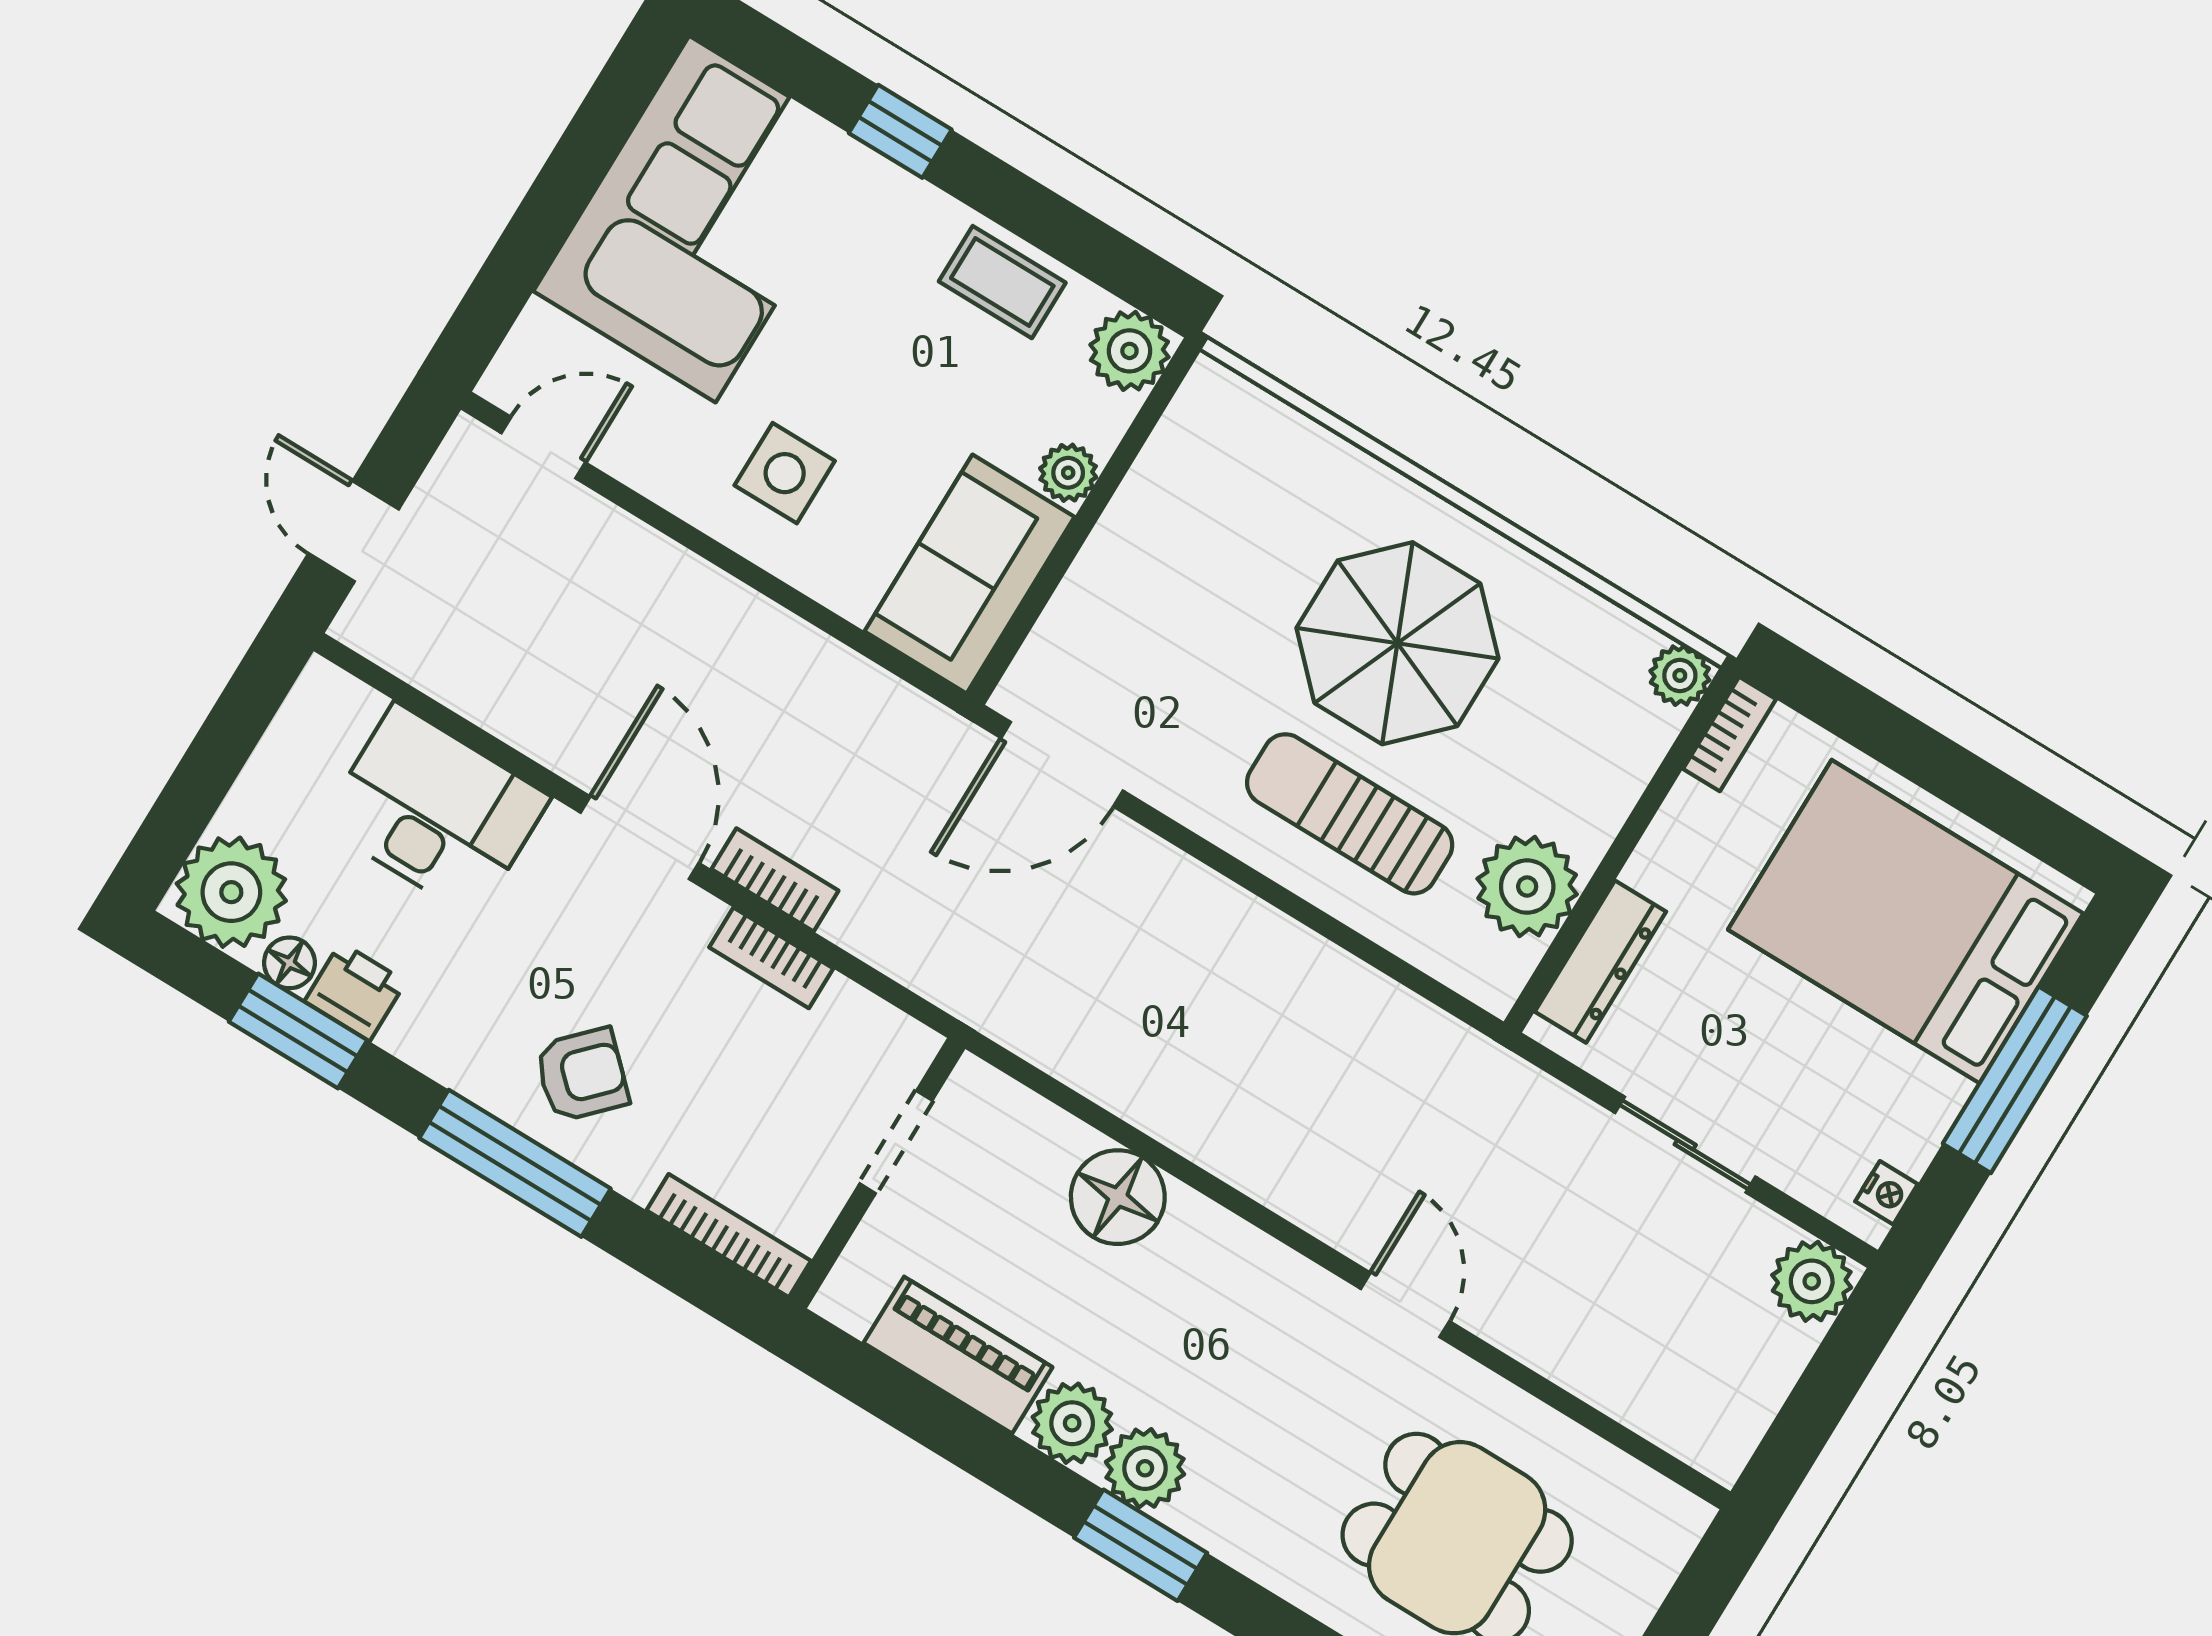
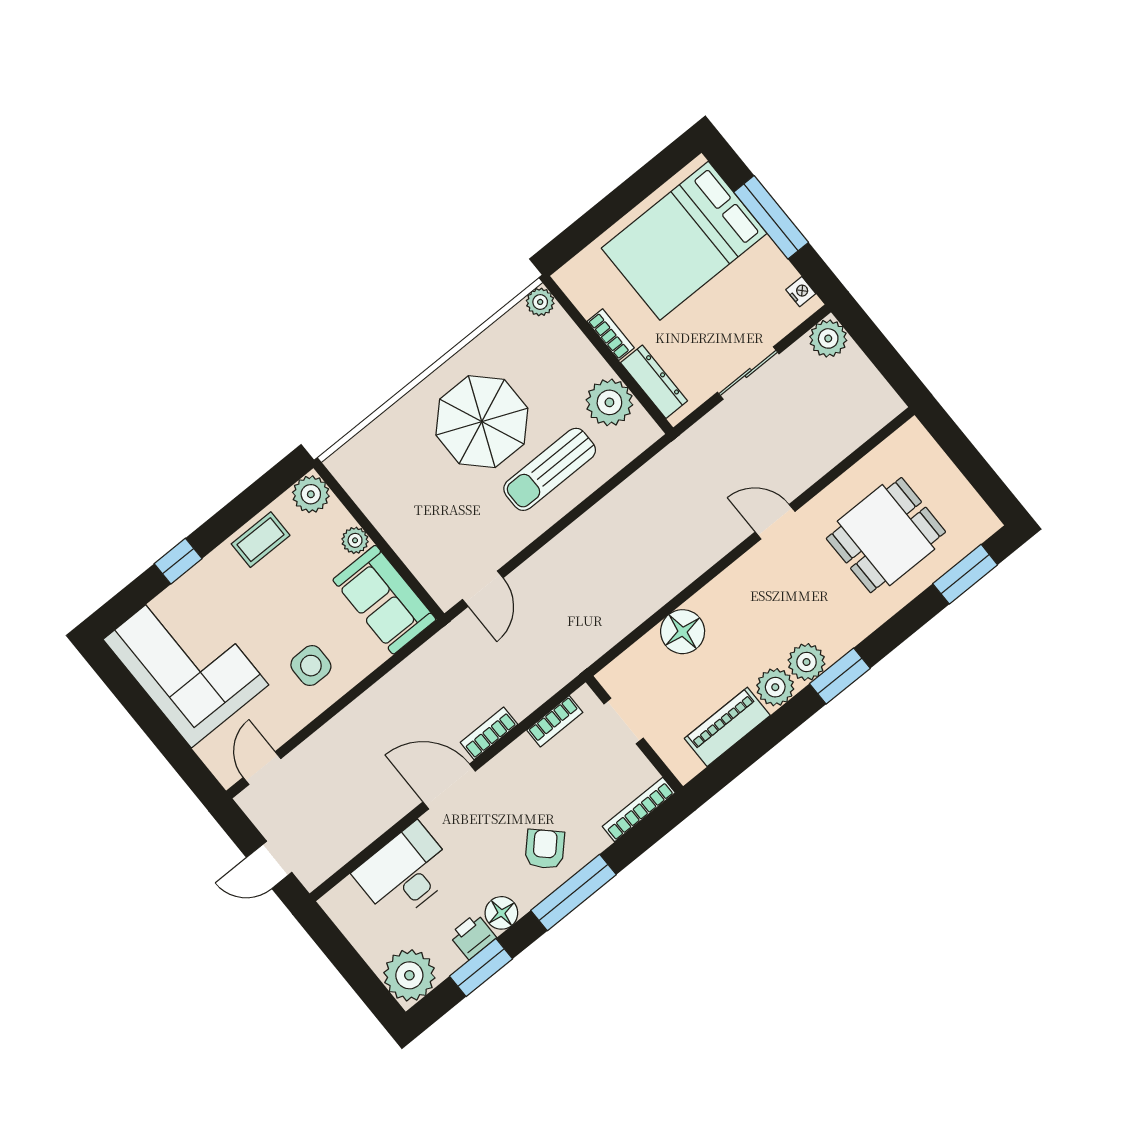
bookcase: (1729, 734) -> (611, 335), moved
door: (1062, 764) -> (483, 589), width x0.73
bookcase: (771, 958) -> (555, 721), moved
floor lamp: (289, 963) -> (501, 913), moved, width x1.37, depth x1.37

